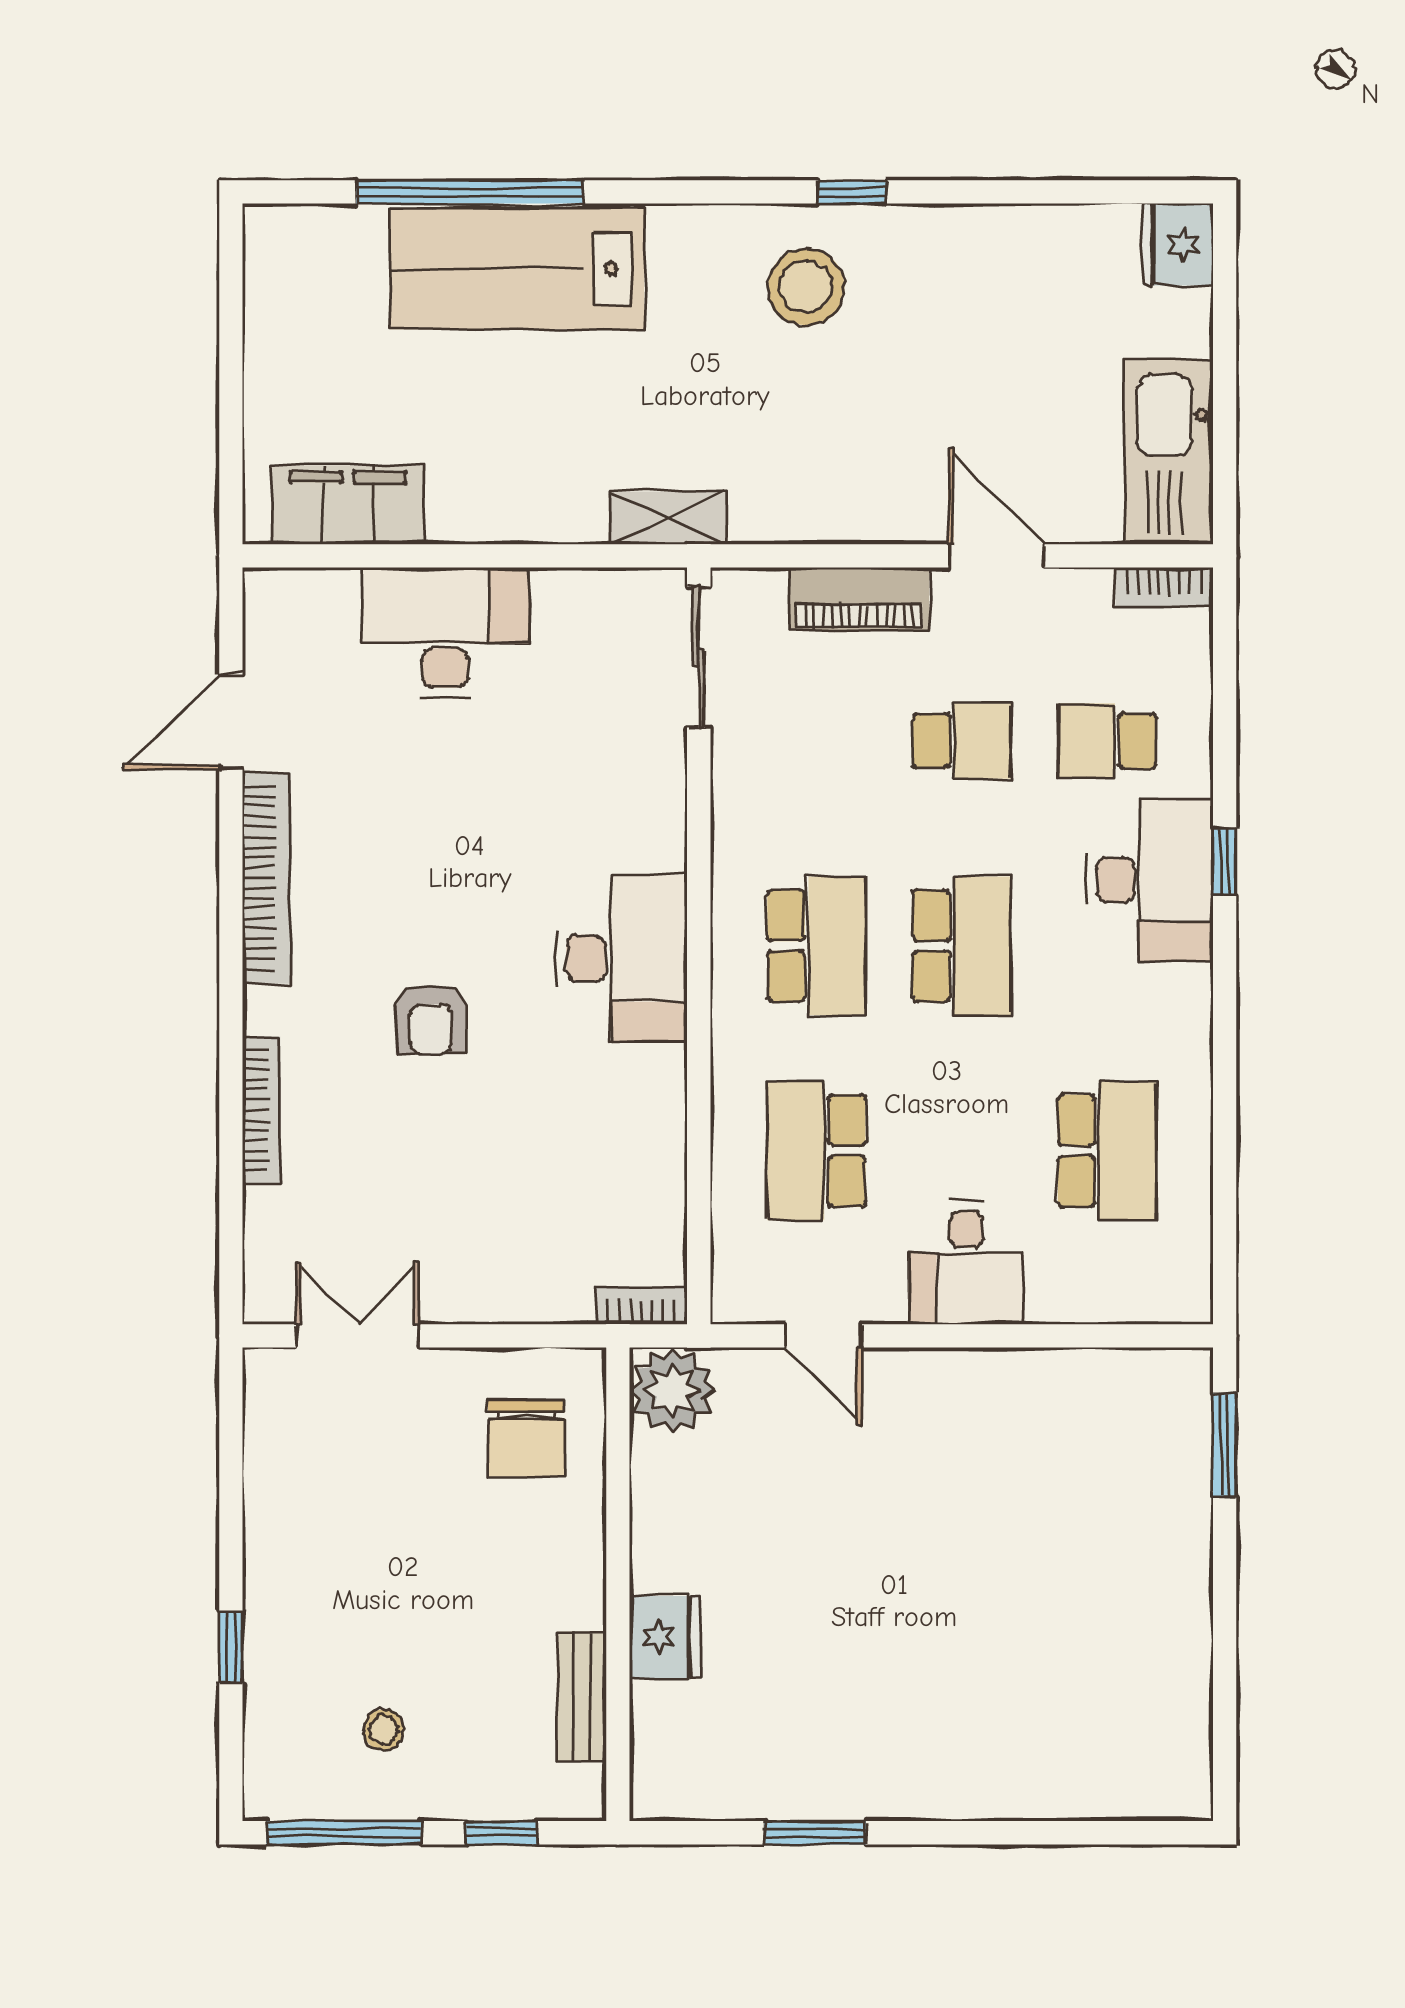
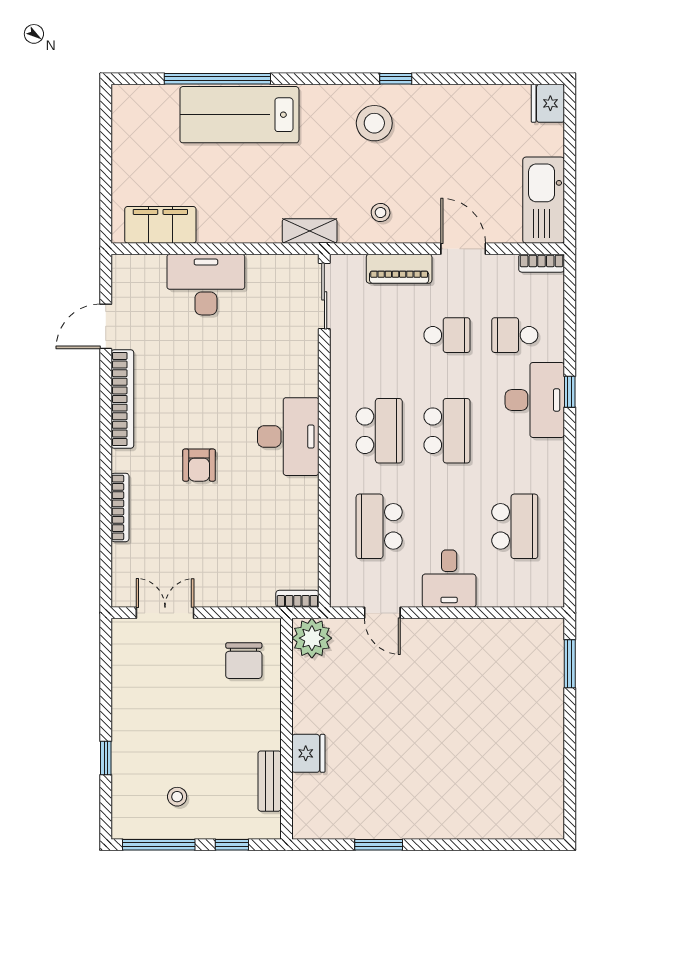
stool: (819, 478) -> (381, 213), added

